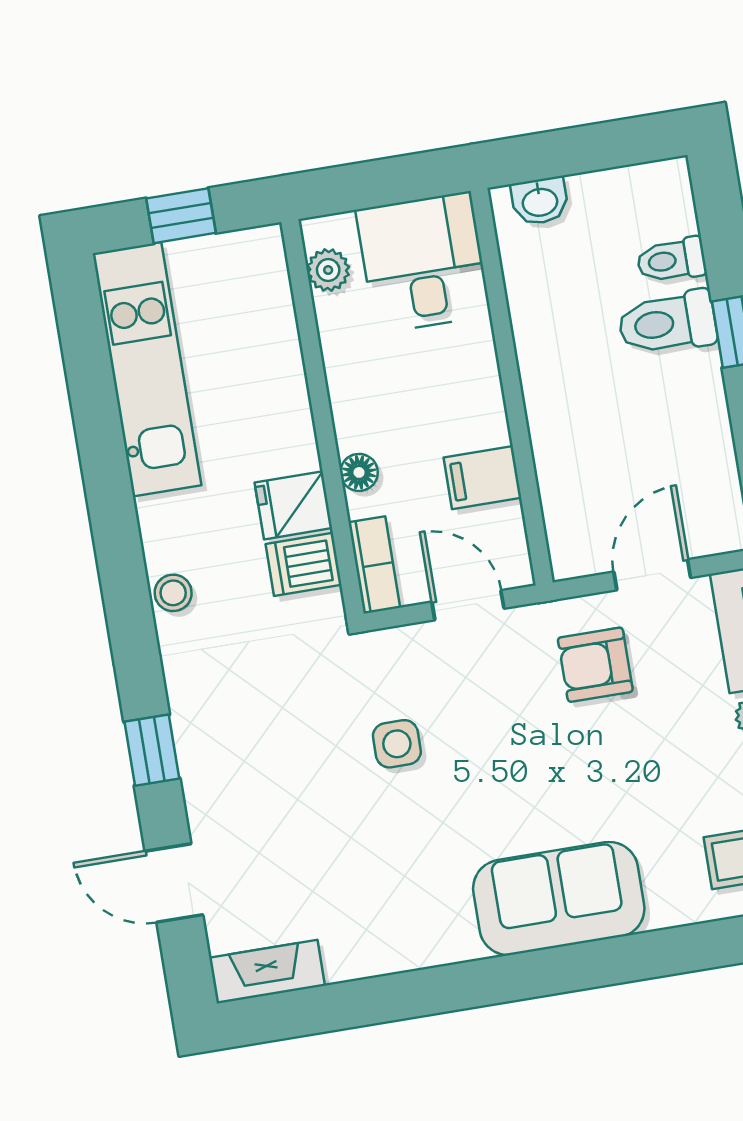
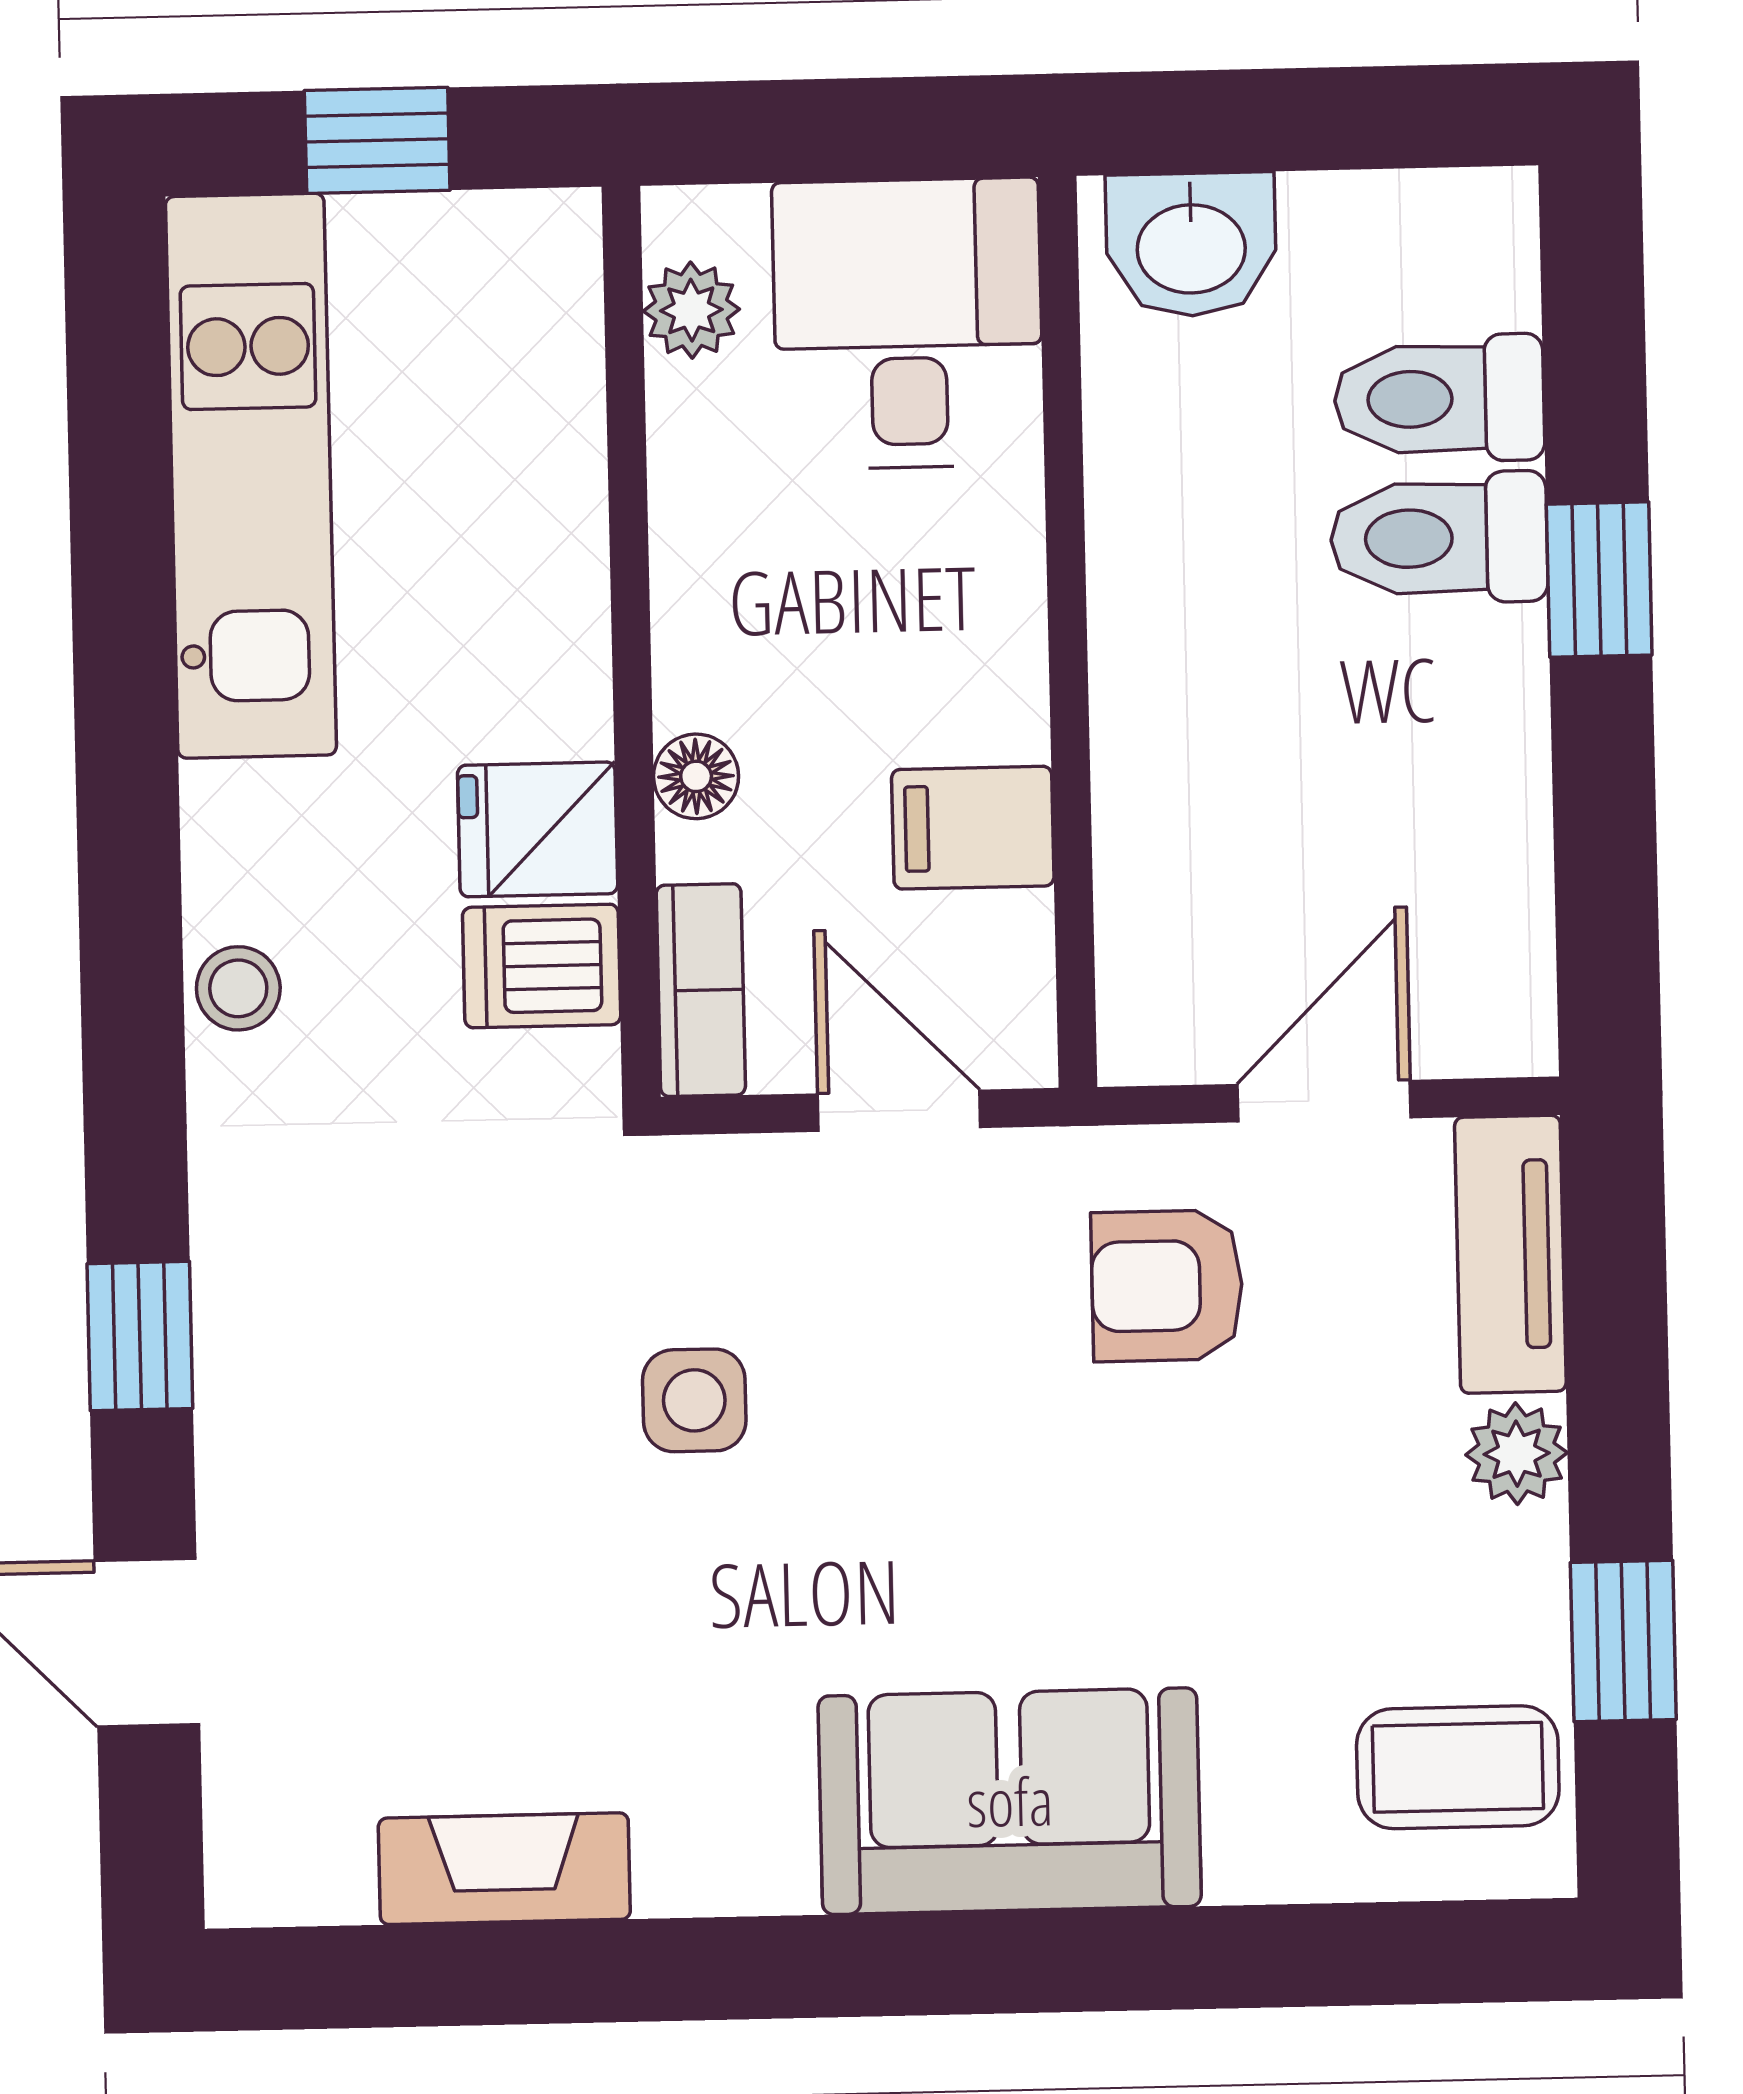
washbasin: (540, 201) -> (1191, 245), width x1.38, depth x1.45
toilet: (671, 260) -> (1439, 399), width x1.37, depth x1.39
fireplace: (267, 972) -> (504, 1869), moved

